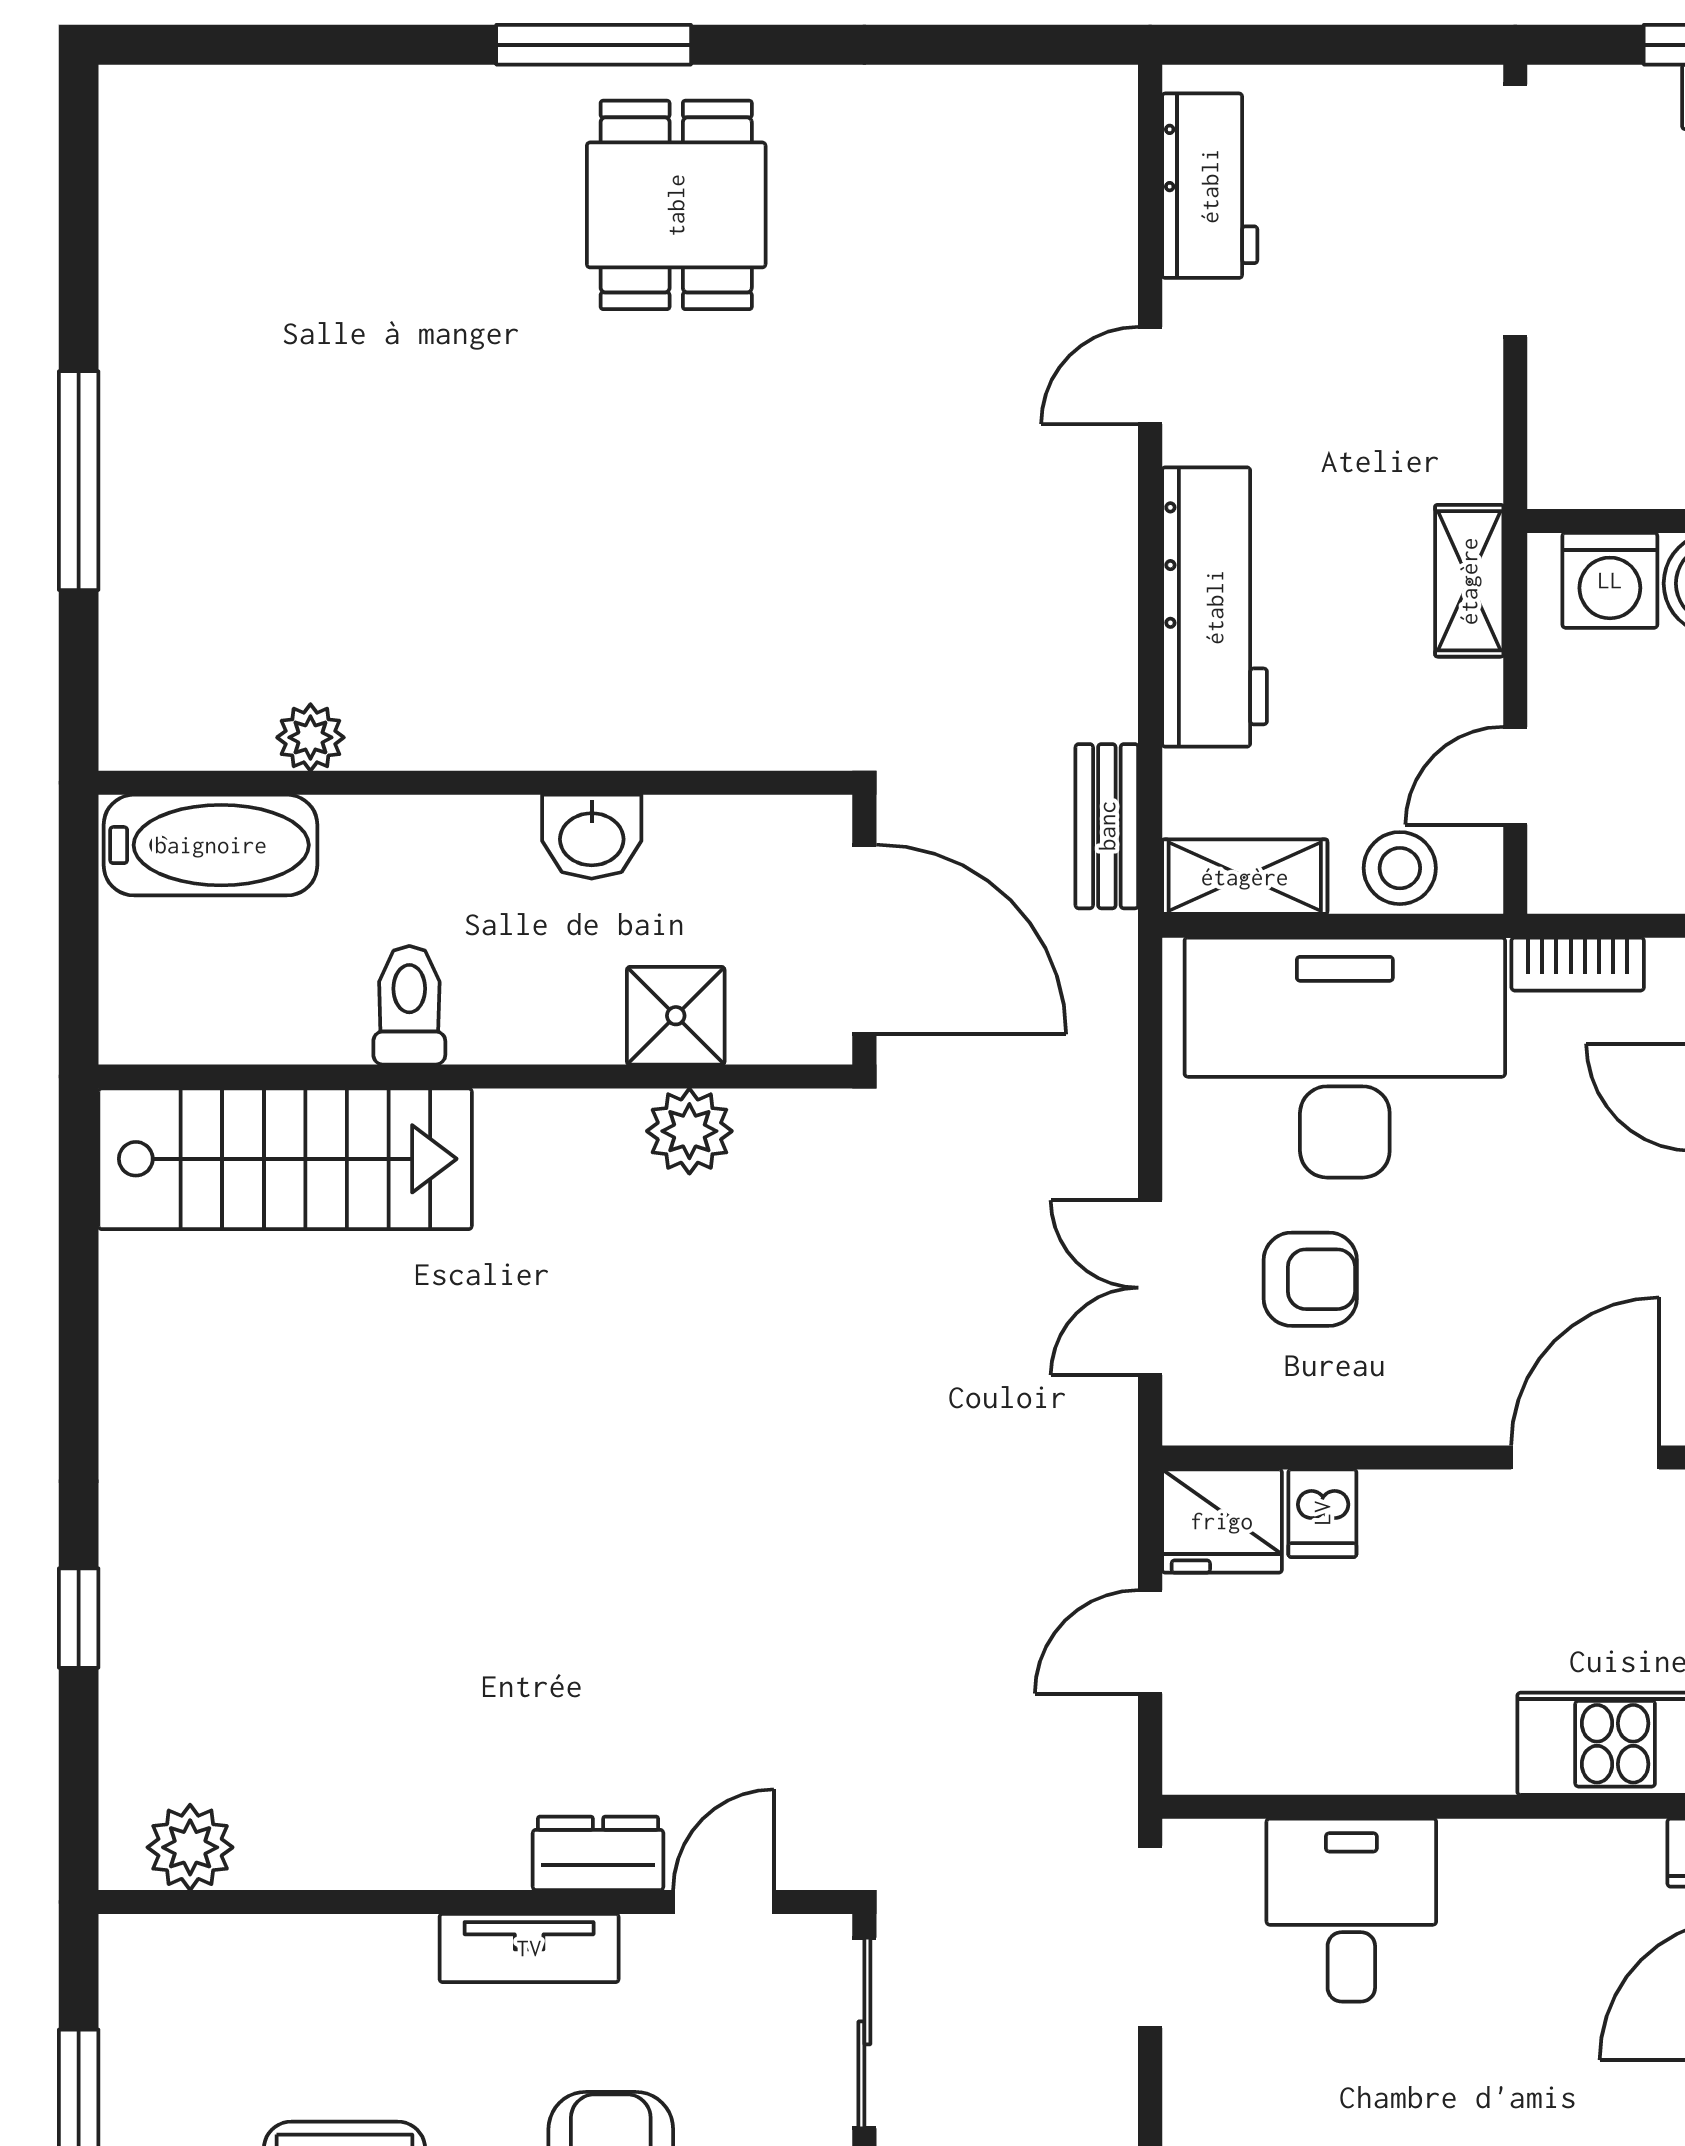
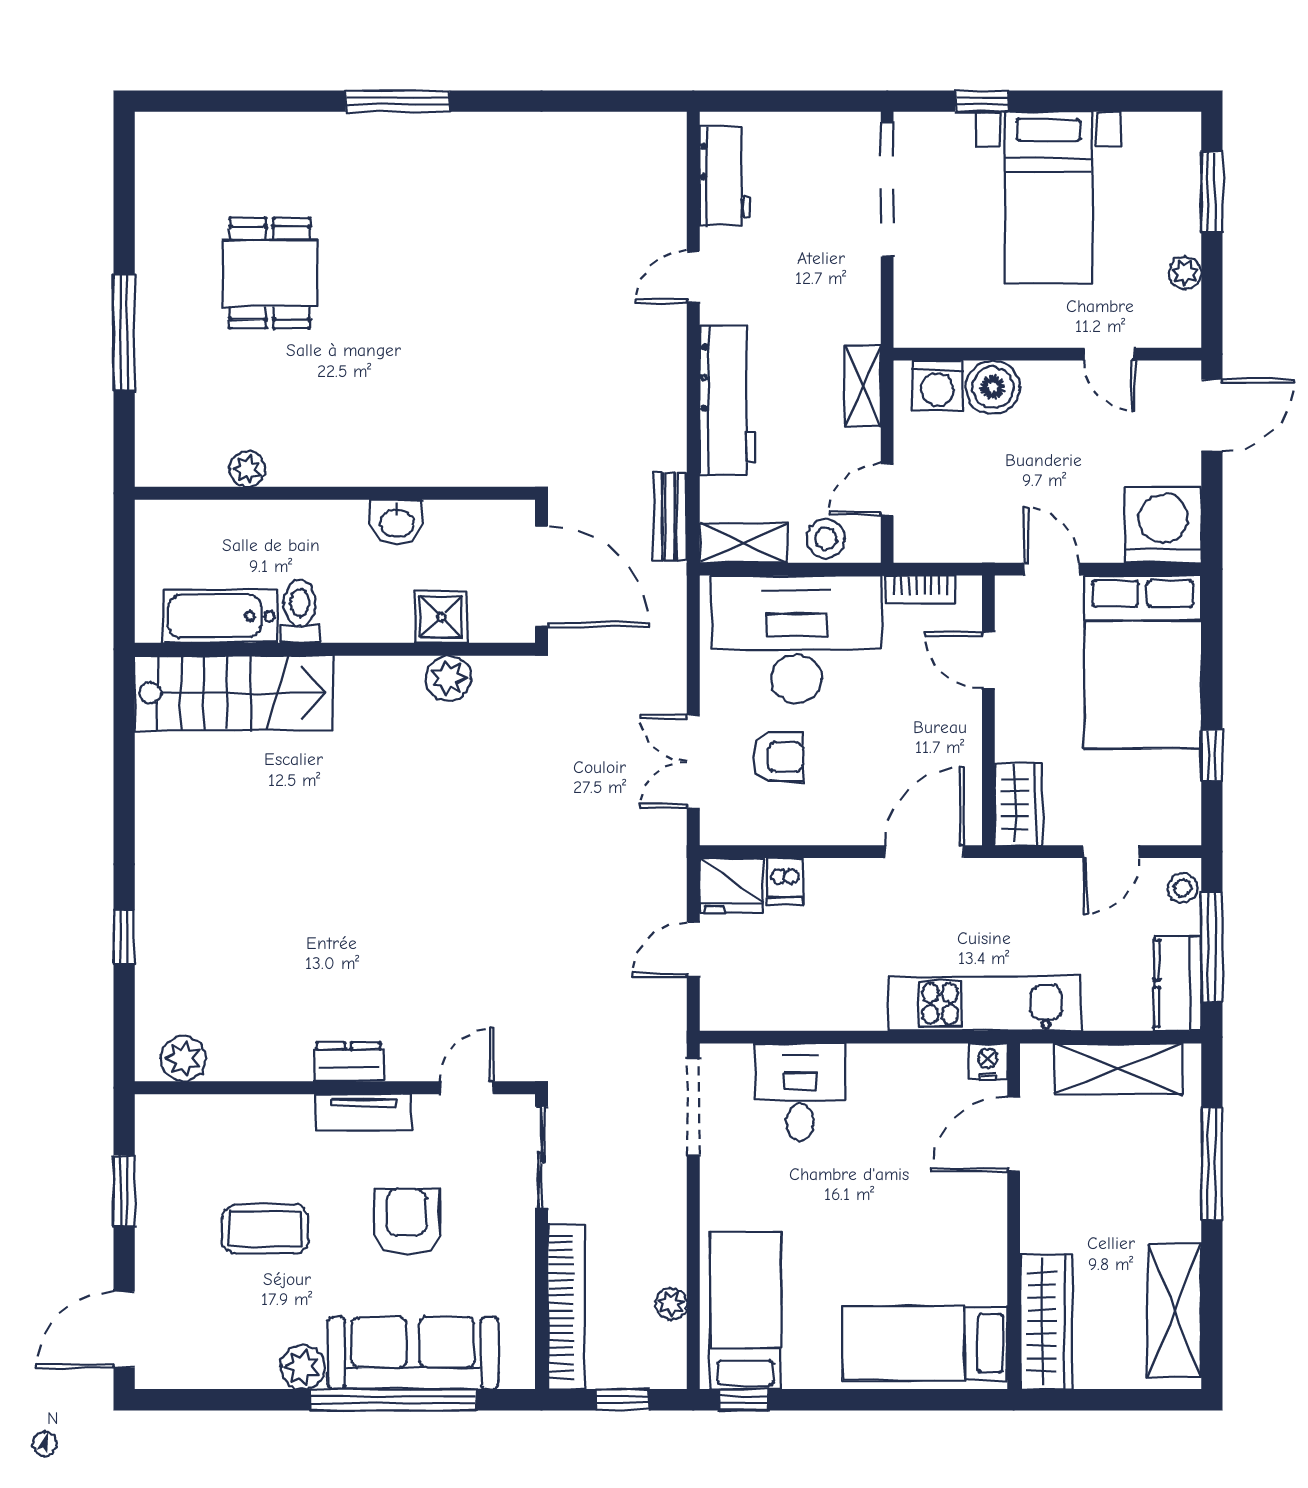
dining table: (676, 205) -> (270, 273), moved
bathtub: (211, 845) -> (220, 616), moved, turned 180
dresser: (598, 1853) -> (348, 1062), moved

